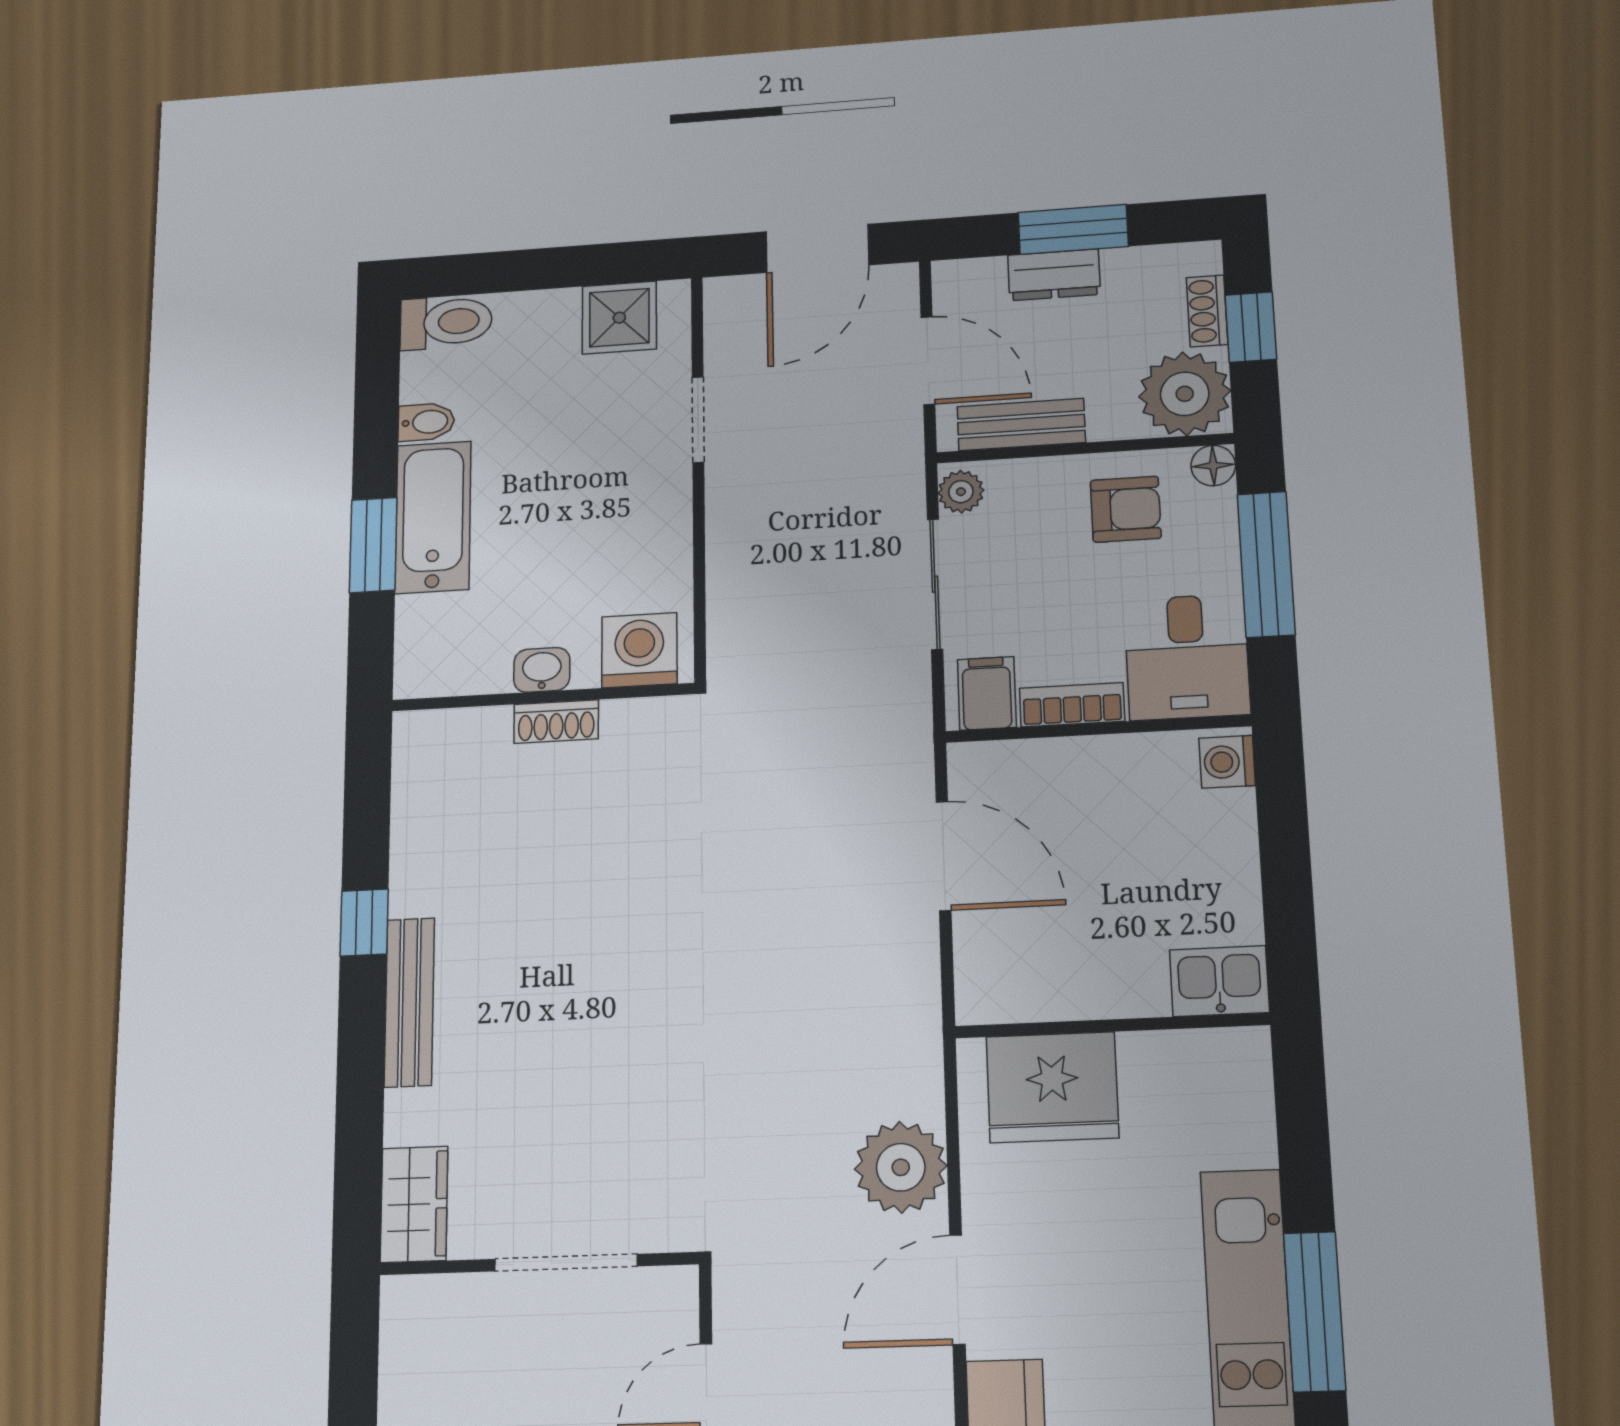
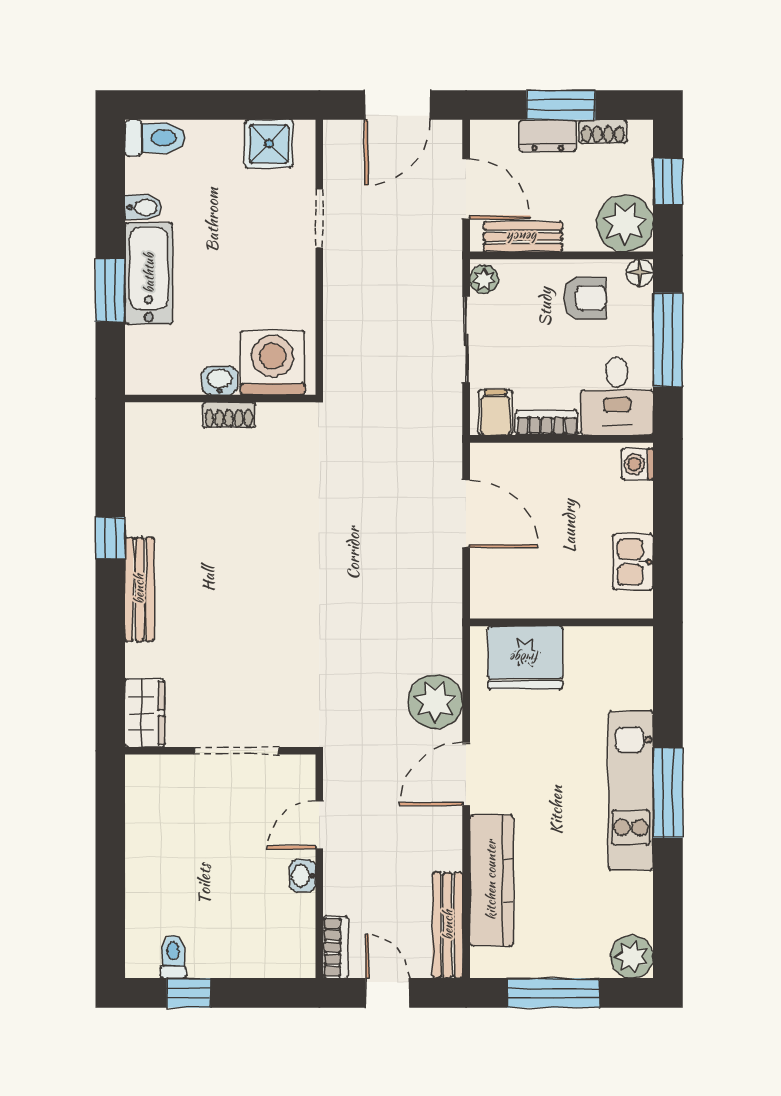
shoe rack: (1207, 311) -> (603, 131), moved, turned -90
washing machine: (639, 650) -> (273, 363), width x1.37, depth x1.37
kitchen sink: (1219, 981) -> (633, 562), moved, turned -90

